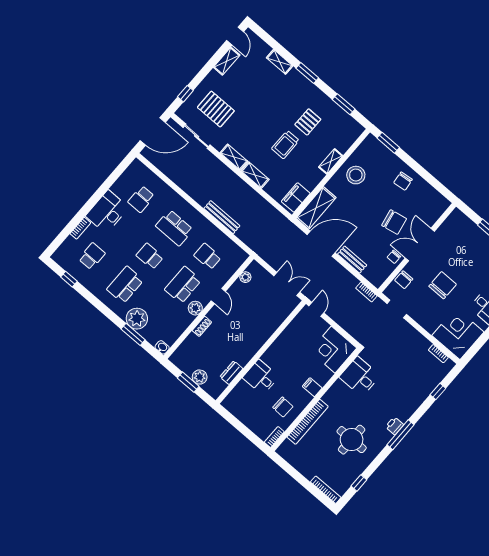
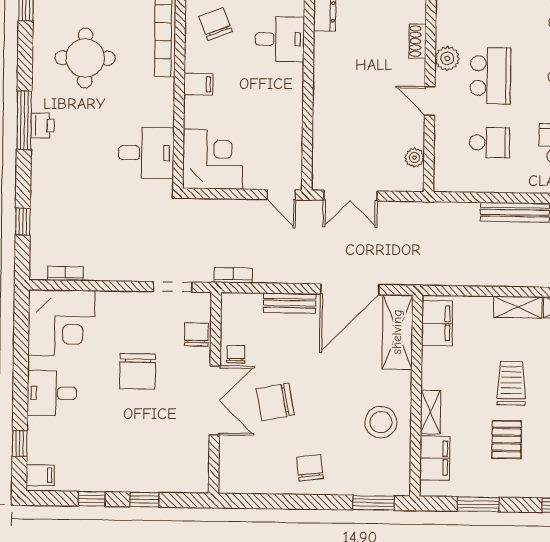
filing cabinet: (346, 140) -> (435, 458), added
chair: (283, 407) -> (216, 24), turned 67

